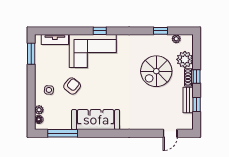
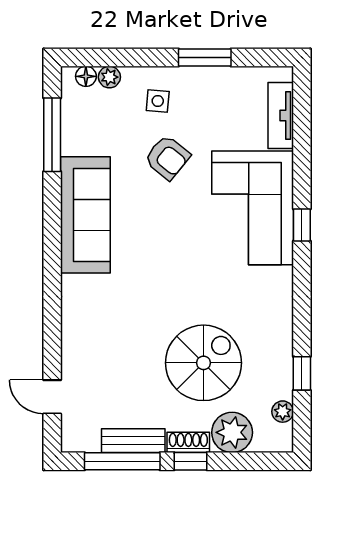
window: (31, 54) -> (205, 58), moved
spiral stairs: (156, 71) -> (203, 363), turned 90
window: (197, 105) -> (122, 461), width x2.17

